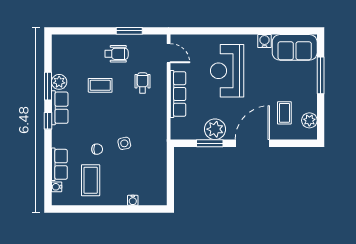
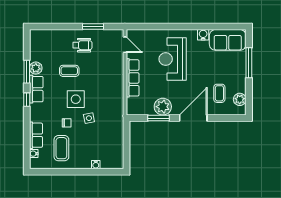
wheelchair: (143, 83) -> (104, 69), removed
side table: (108, 120) -> (76, 99), added

